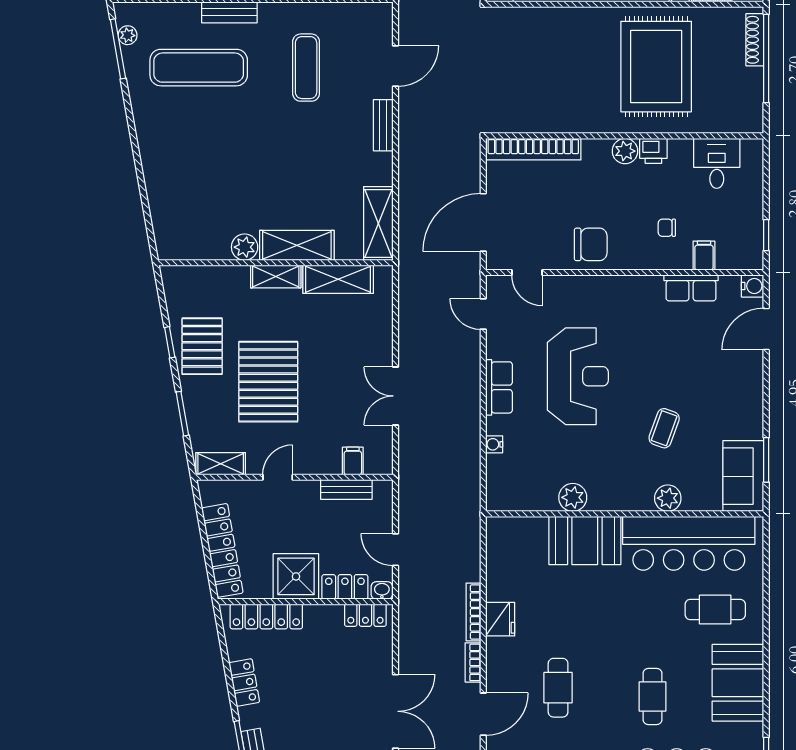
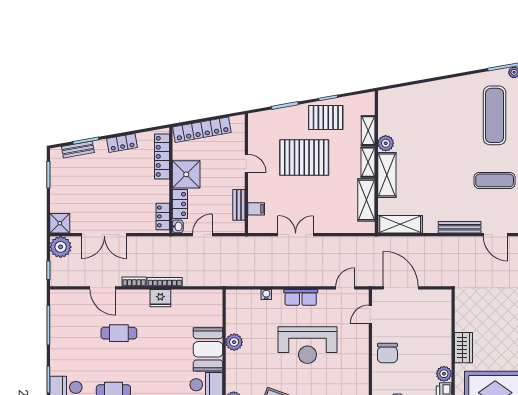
wardrobe: (582, 119) -> (463, 348), added
bench: (383, 125) -> (460, 227), width x1.36
bookcase: (533, 149) -> (445, 318), removed
shelving: (221, 464) -> (368, 131), moved

